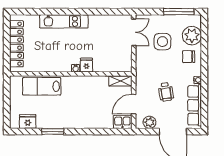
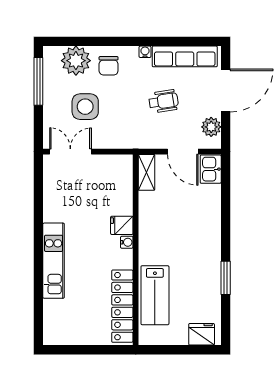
locker: (16, 44) -> (122, 306), moved, turned -90
fridge: (28, 122) -> (202, 334), moved, turned 90

